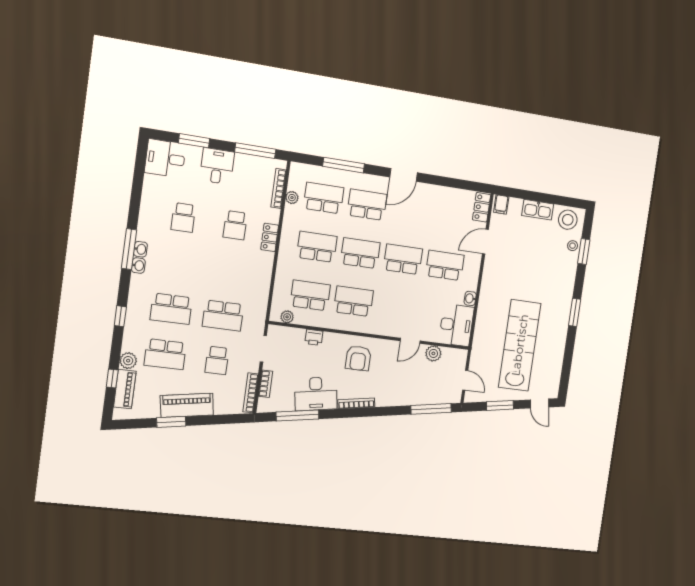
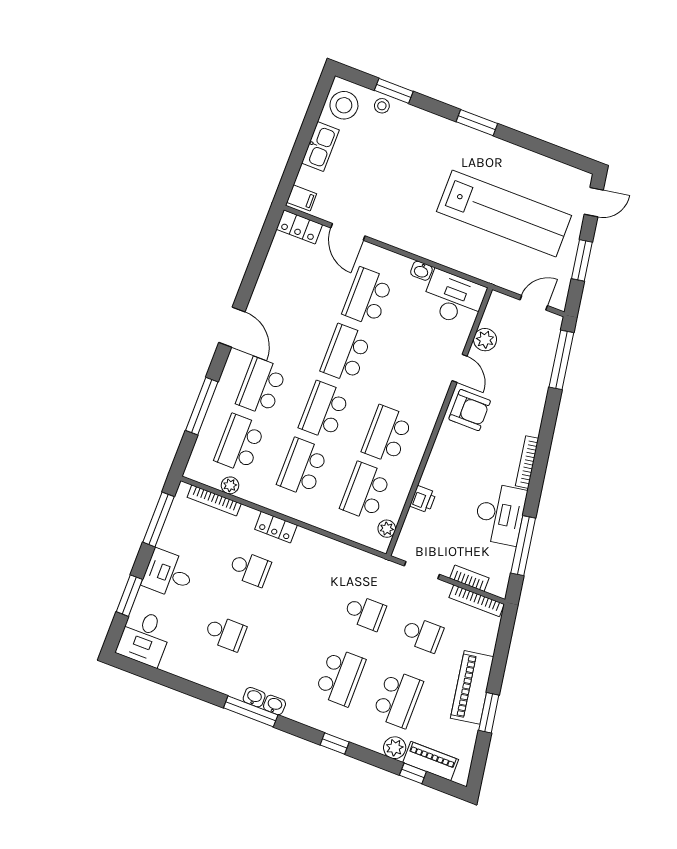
school desk: (223, 316) -> (365, 612), width x0.54
lab bench: (520, 345) -> (504, 214), turned 180
armchair: (358, 358) -> (470, 410), moved

